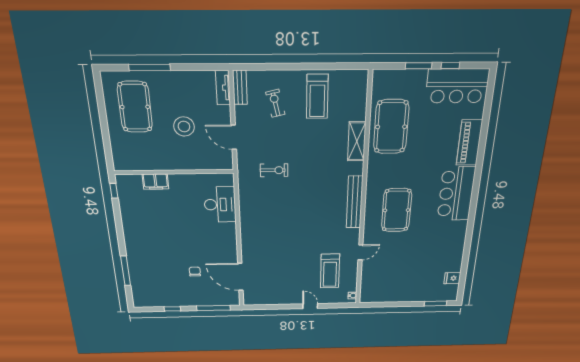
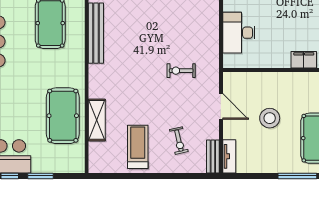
shelving: (357, 141) -> (97, 120), moved

